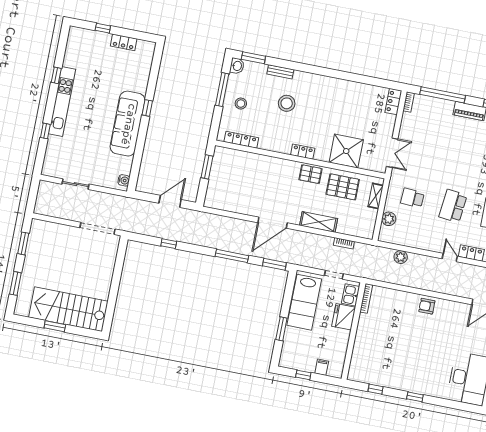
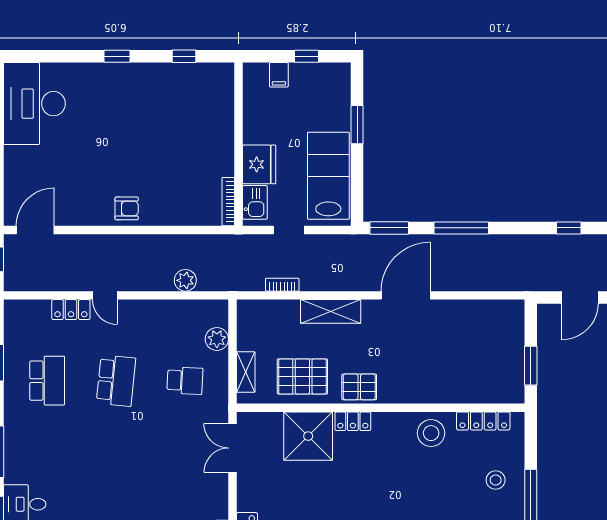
stool: (287, 103) -> (431, 433), moved
locker: (303, 152) -> (353, 421), moved

